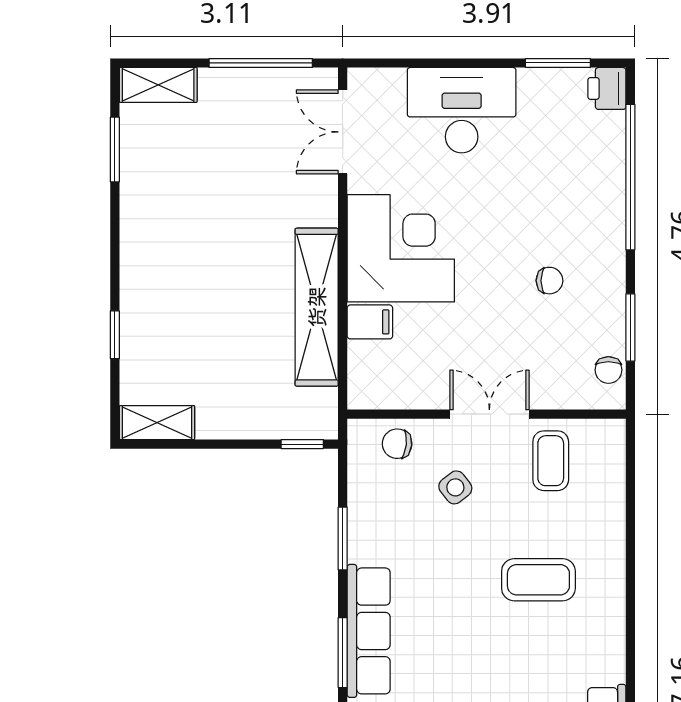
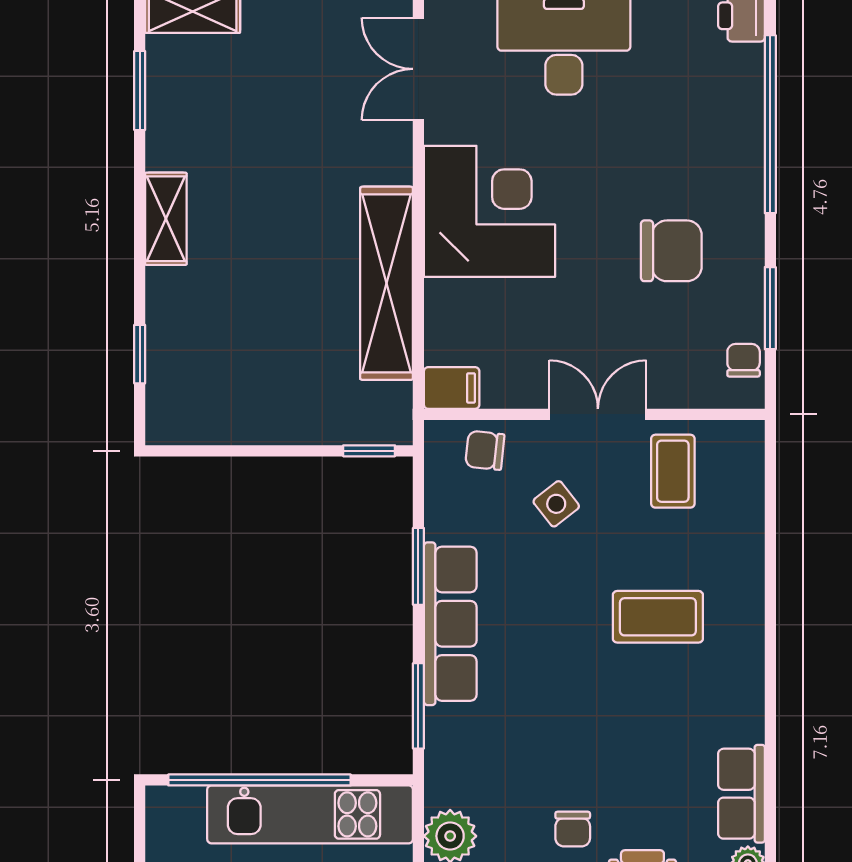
chair: (549, 281) -> (671, 251), width x1.87, depth x1.87
filing cabinet: (370, 322) -> (452, 388), moved
window: (115, 335) -> (140, 354), moved
chair: (608, 370) -> (744, 360), turned 180
shelving: (157, 423) -> (166, 219), moved, turned 90
row of seats: (369, 631) -> (450, 624), moved

